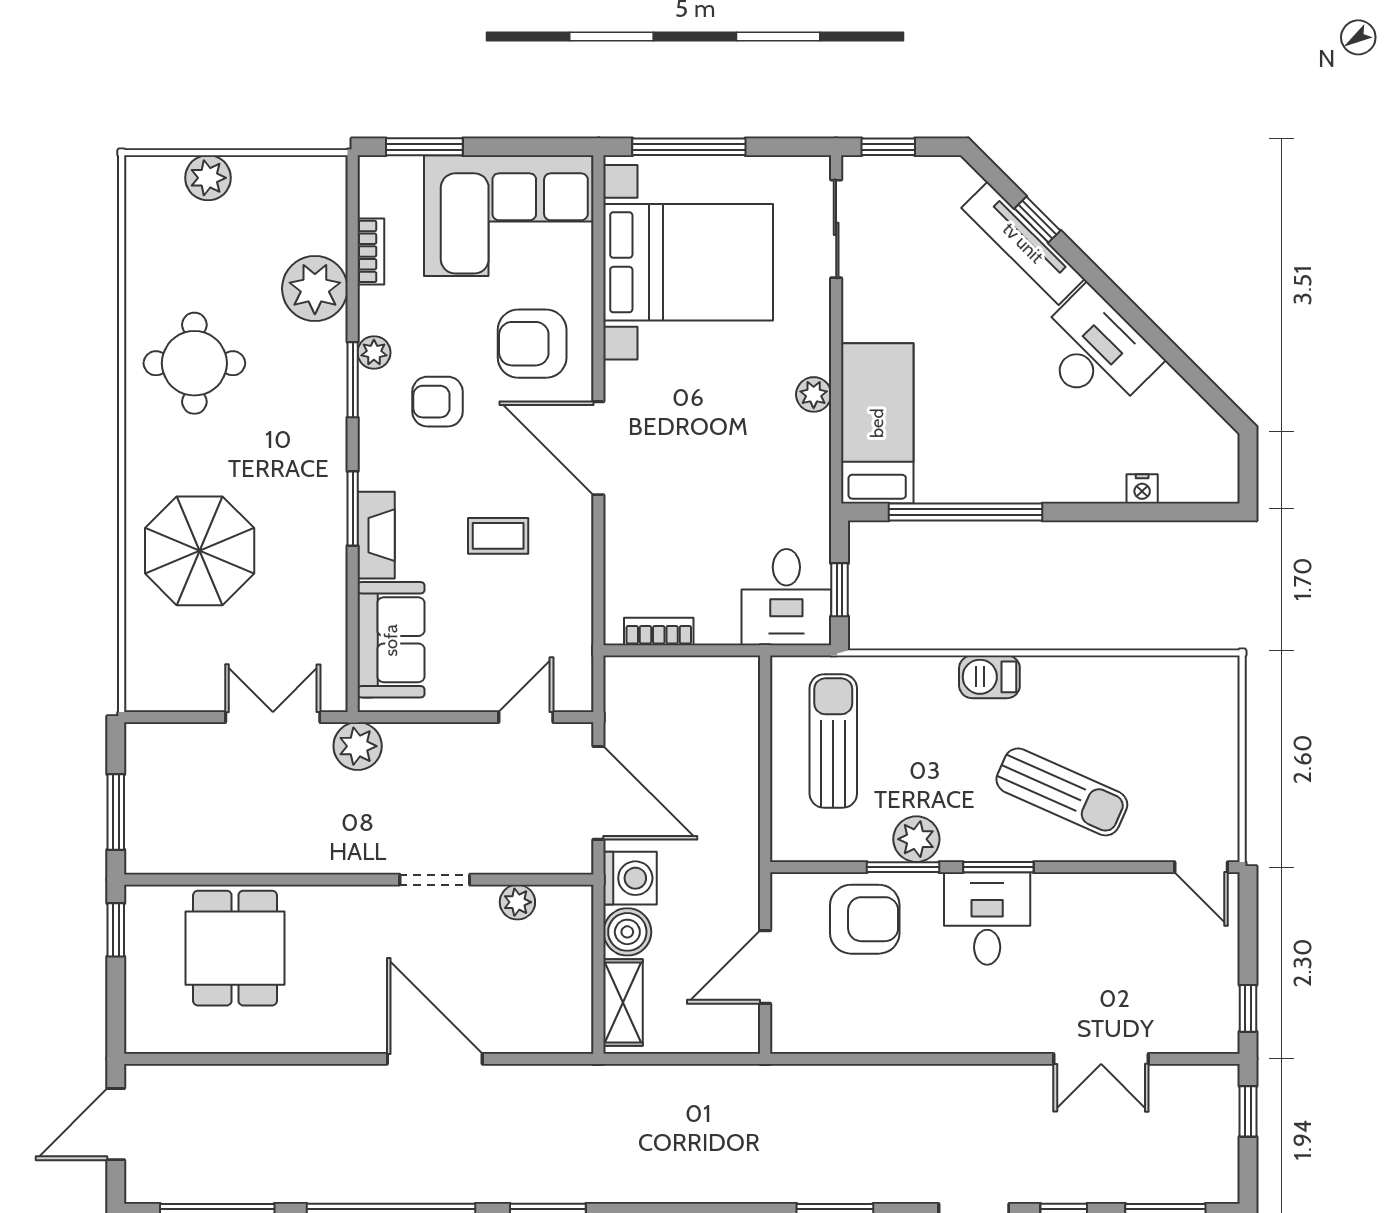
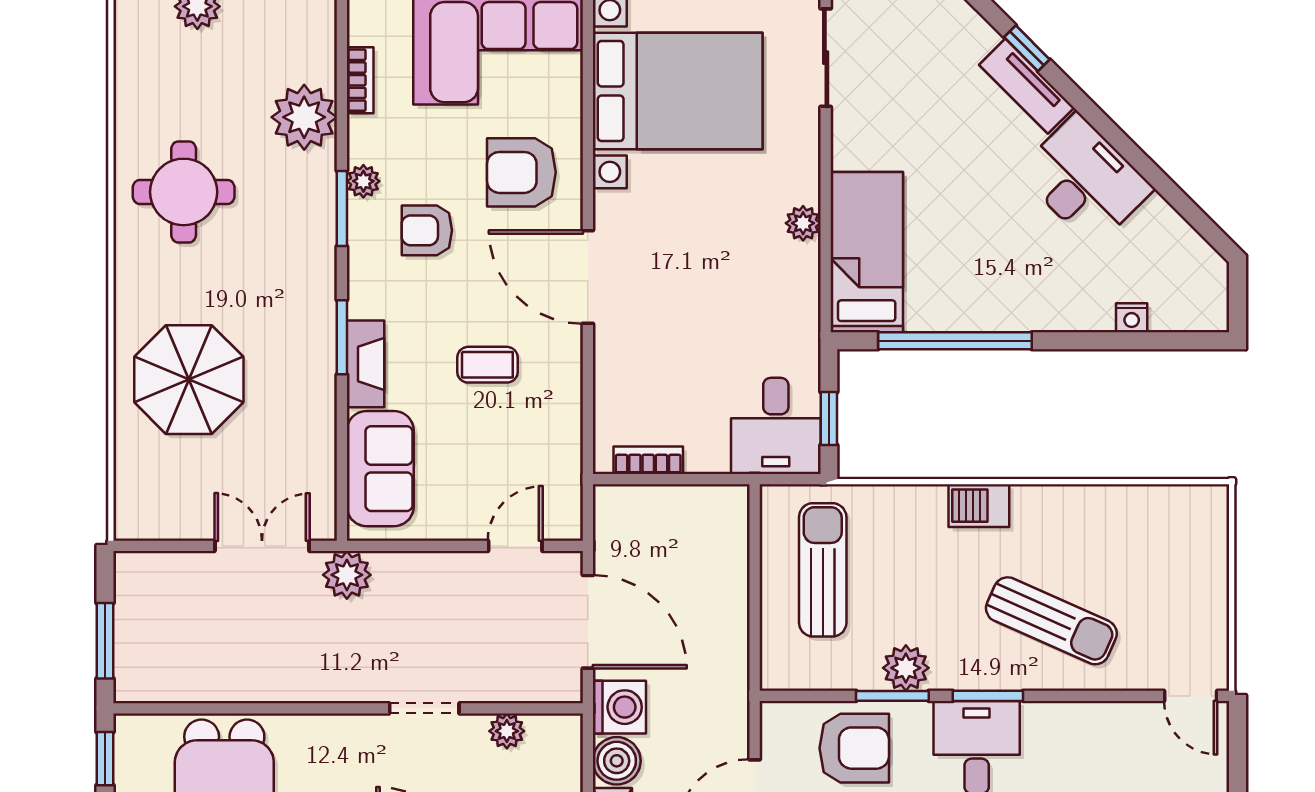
tv unit: (1023, 243) -> (1027, 86), width x0.71

